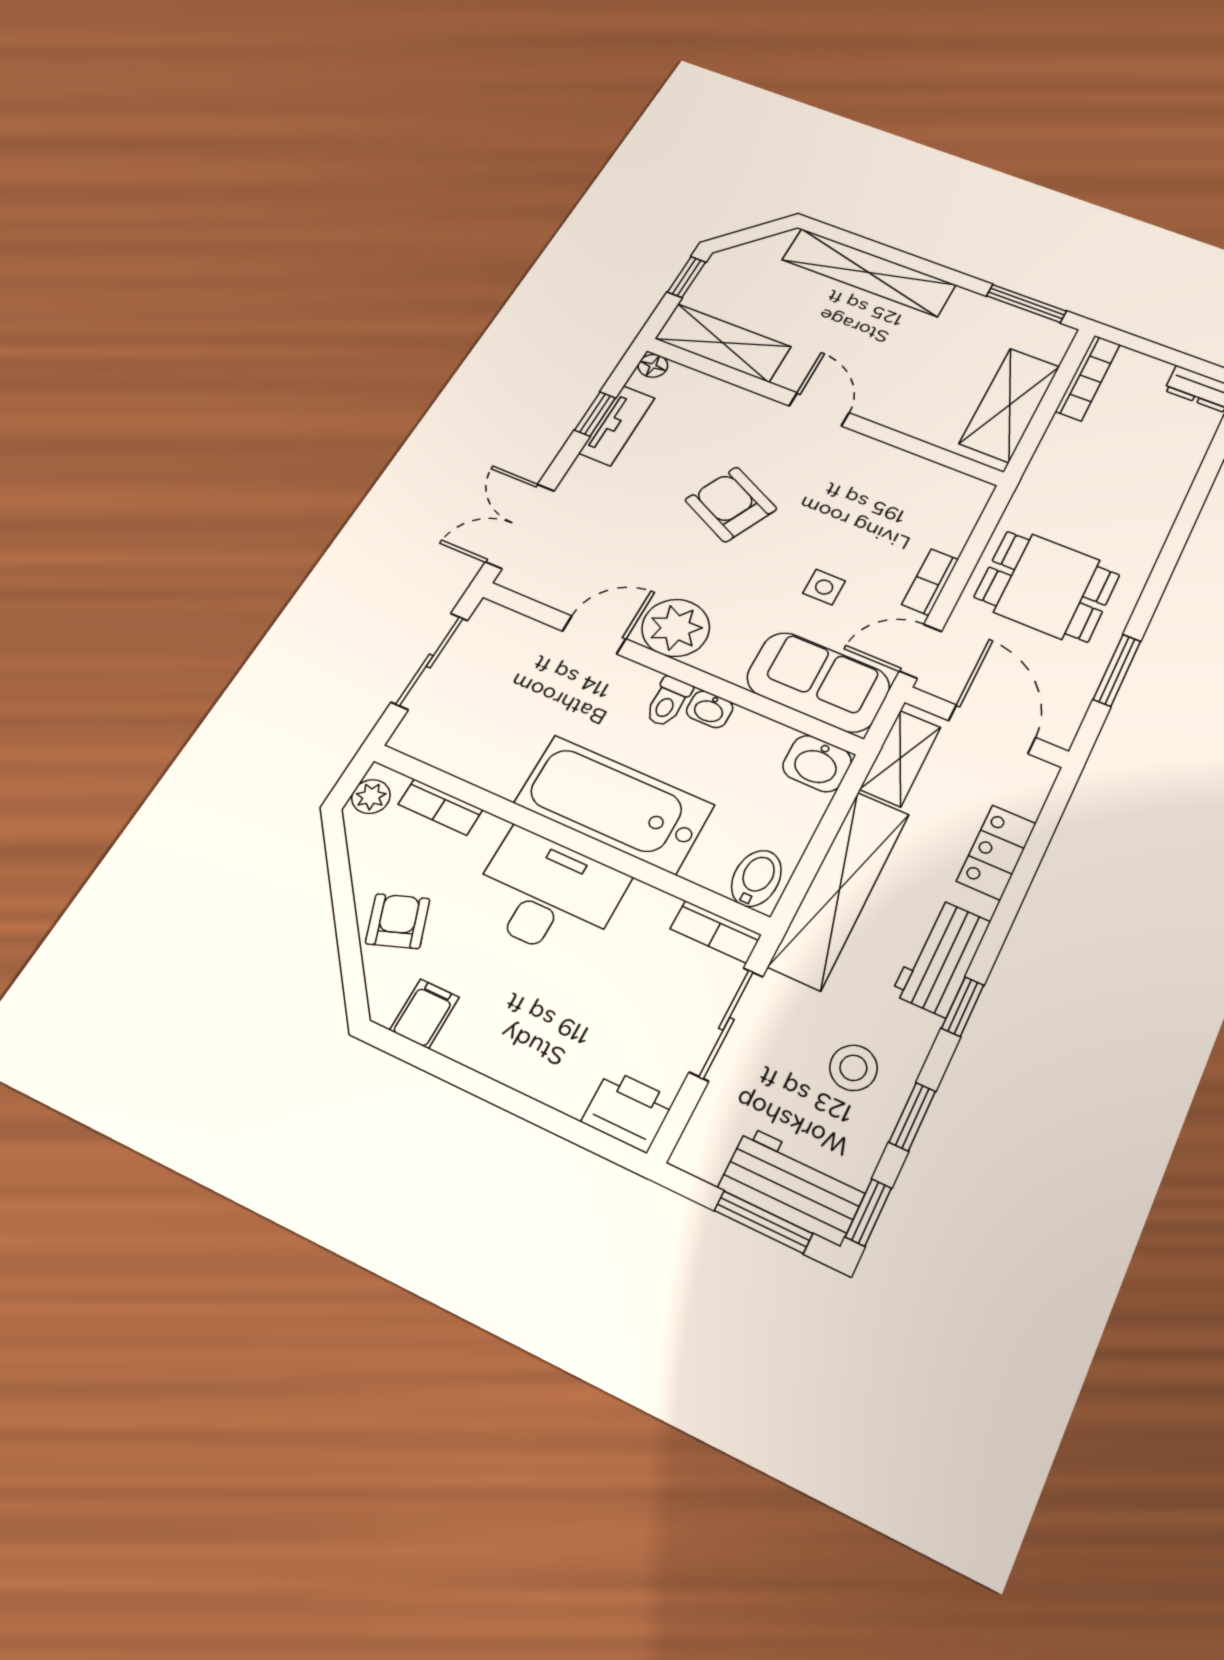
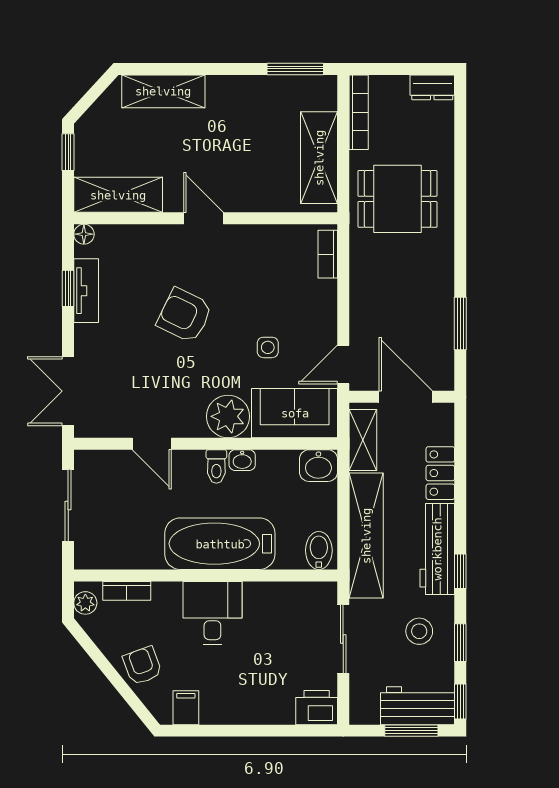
shelving: (869, 272) -> (163, 91), width x0.68
bookcase: (930, 582) -> (328, 254), moved
dining table: (1047, 586) -> (397, 199), moved
plant: (676, 628) -> (228, 416), moved
door: (594, 635) -> (152, 444), swing flipped
desk: (547, 894) -> (212, 613), width x0.73
bookcase: (716, 932) -> (312, 591), removed
workbench: (941, 957) -> (437, 549), width x1.38

